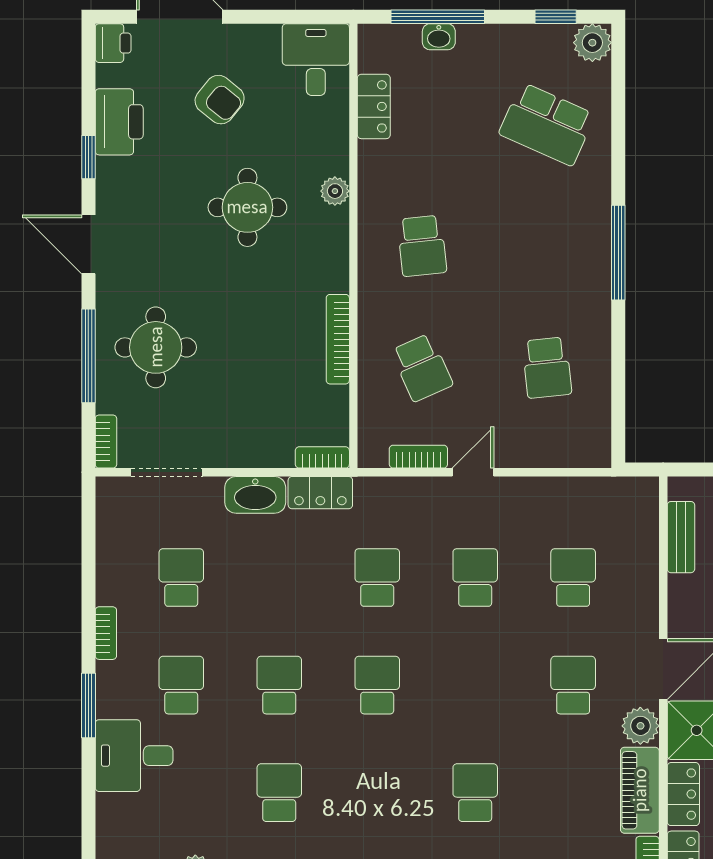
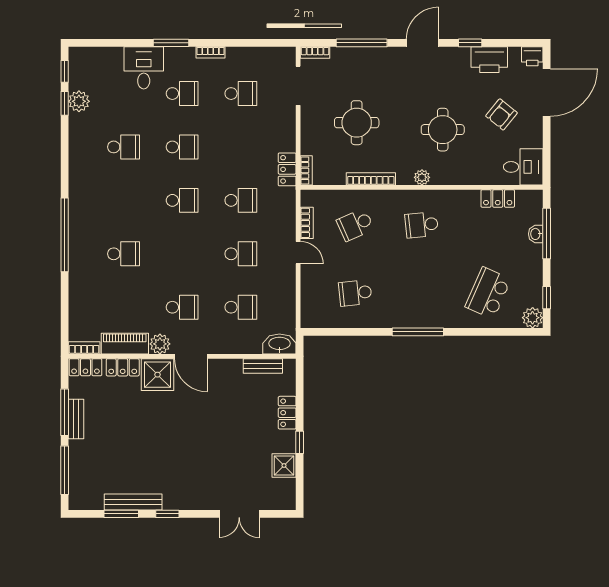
plant: (335, 191) -> (422, 177), moved
round table: (156, 347) -> (357, 123), moved
washbasin: (255, 495) -> (279, 344), moved, turned 90

